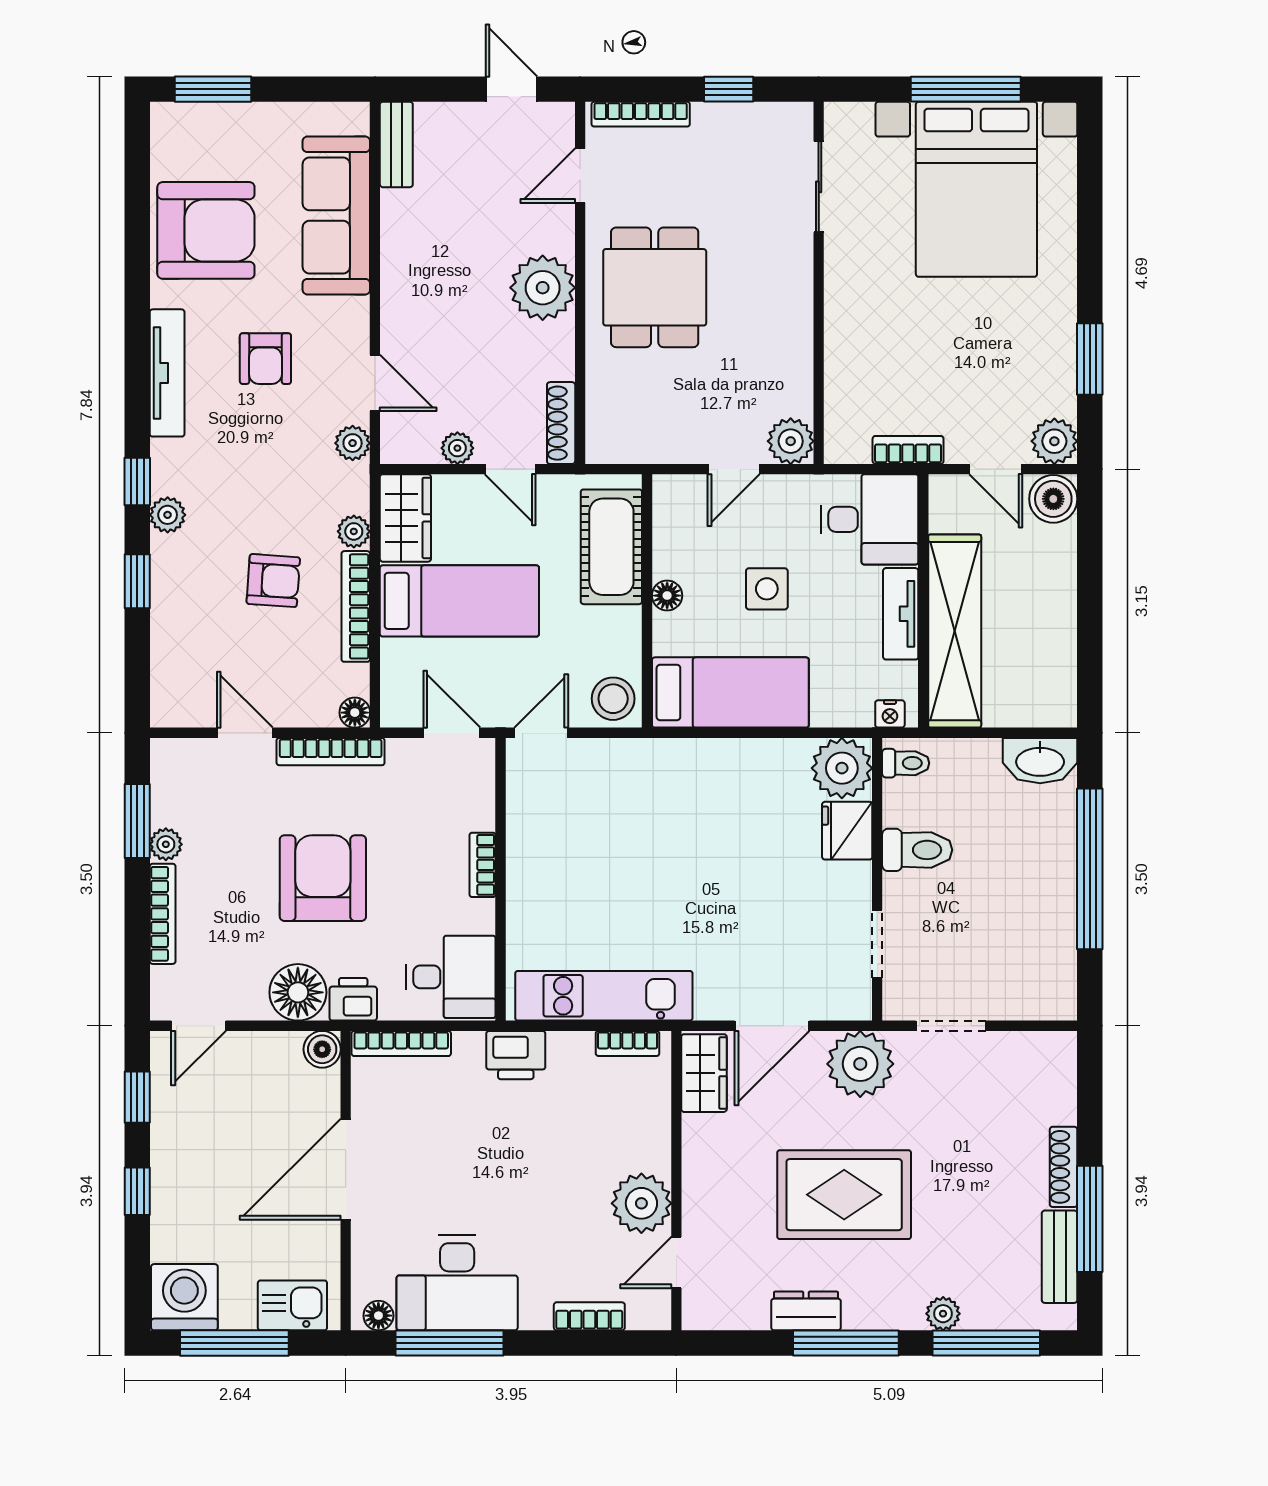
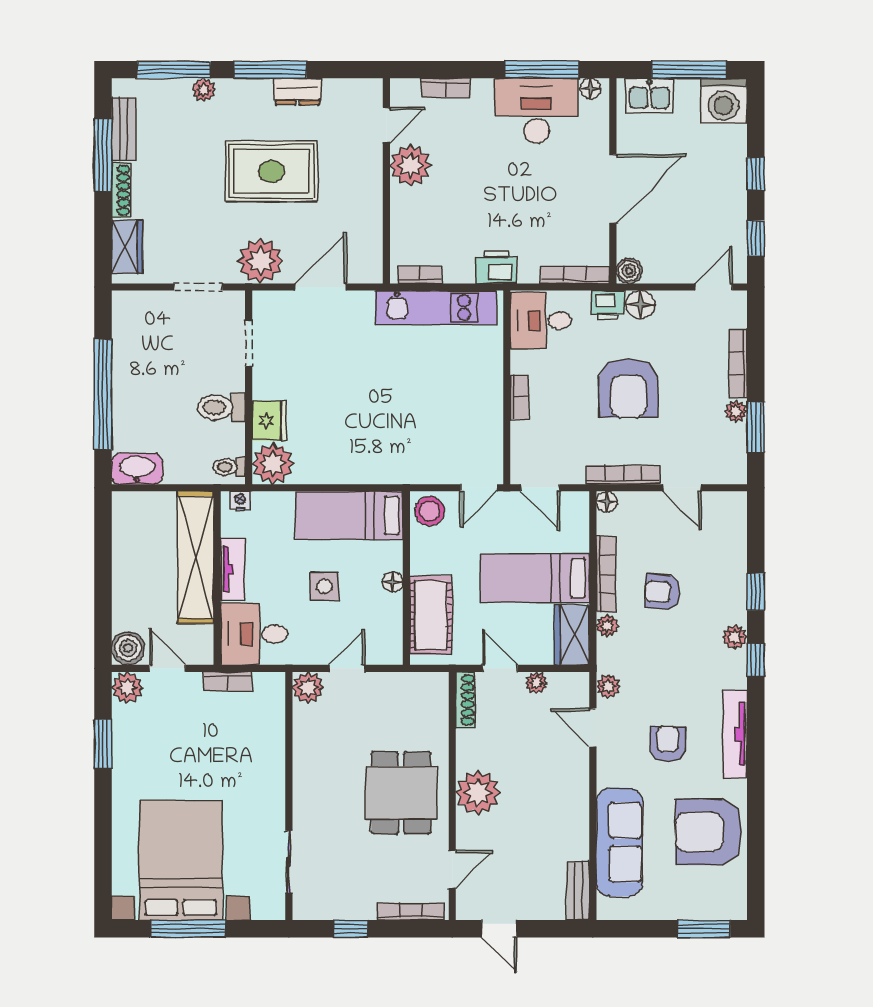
floor lamp: (298, 992) -> (640, 305), width x0.73, depth x0.73
wardrobe: (704, 1073) -> (127, 247), moved, turned 180

